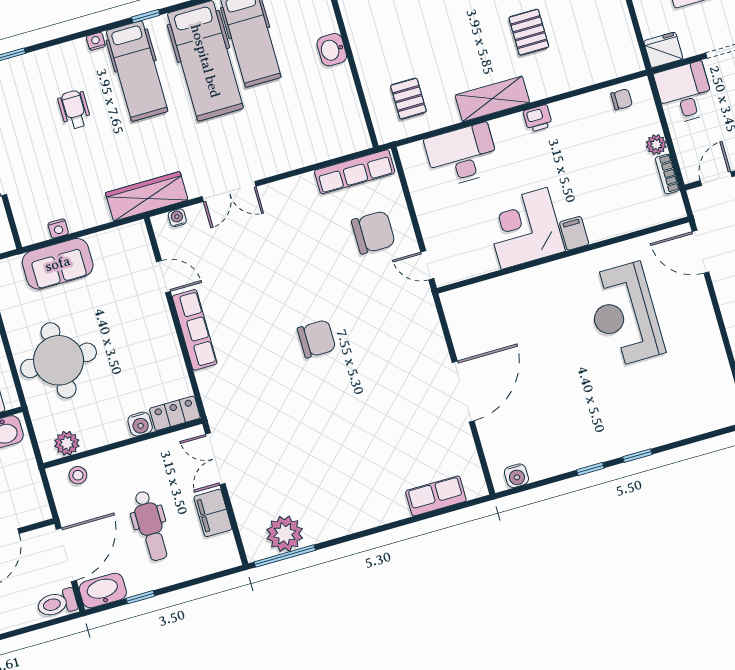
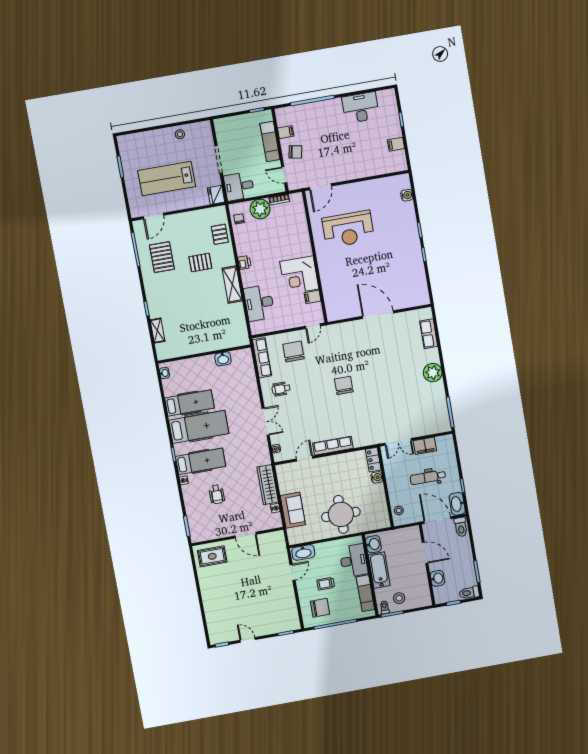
washbasin: (332, 50) -> (223, 359), moved
pallet: (408, 99) -> (220, 234), moved, turned 90
wheelchair: (74, 110) -> (217, 494), turned -90
plant: (656, 144) -> (260, 209), width x1.88, depth x1.88
wardrobe: (147, 196) -> (268, 485), moved
wheelchair: (297, 216) -> (281, 389), added
filing cabinet: (574, 233) -> (313, 297), moved
plant: (67, 443) -> (382, 514), removed
water cooler: (516, 476) -> (407, 195), moved
dental chair: (150, 526) -> (428, 477), turned 180
plant: (285, 534) -> (433, 373), moved

